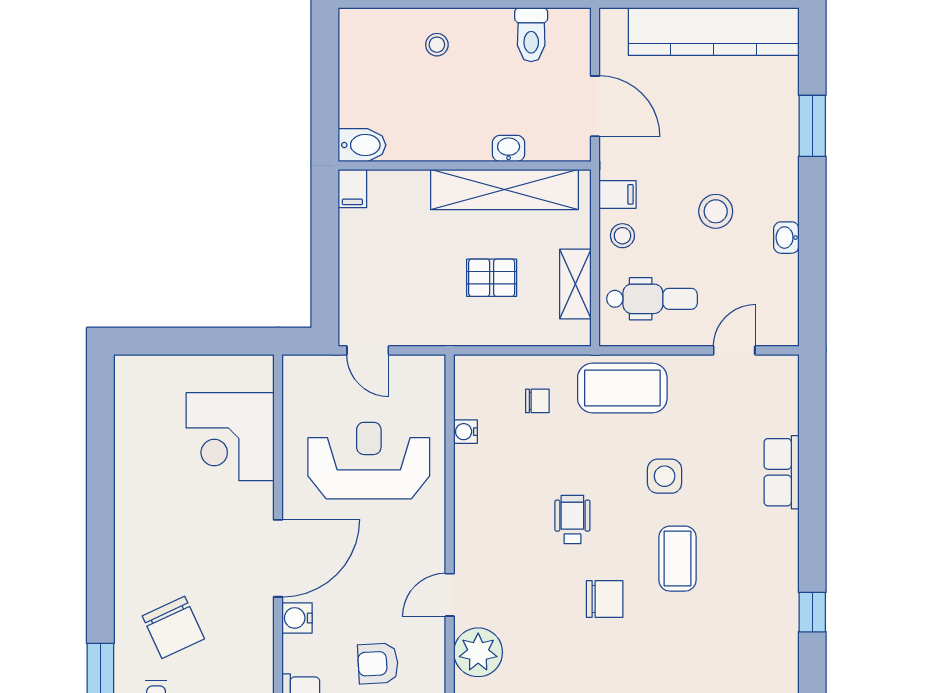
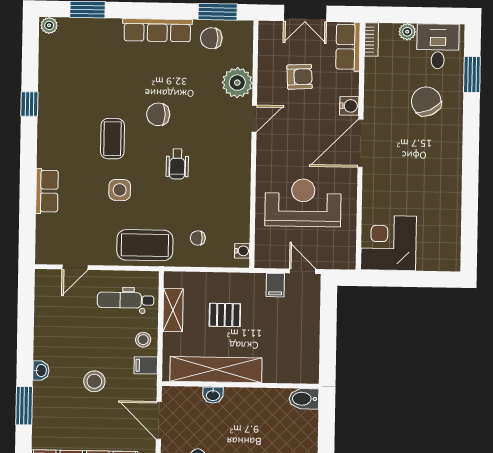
filing cabinet: (352, 189) -> (275, 285), moved, turned 180
stool: (716, 211) -> (94, 381), moved
washbasin: (786, 238) -> (41, 371), moved
water cooler: (465, 432) -> (242, 251), moved
corner desk: (230, 437) -> (389, 243), moved, turned -90
reception desk: (369, 461) -> (303, 203), turned 180

